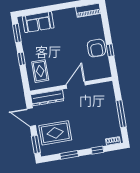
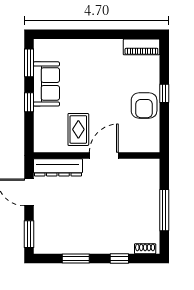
sofa: (38, 22) -> (46, 84), moved, turned -90
window: (110, 50) -> (164, 93), moved
rug: (40, 71) -> (78, 129), moved
rug: (55, 133) -> (61, 222), removed

